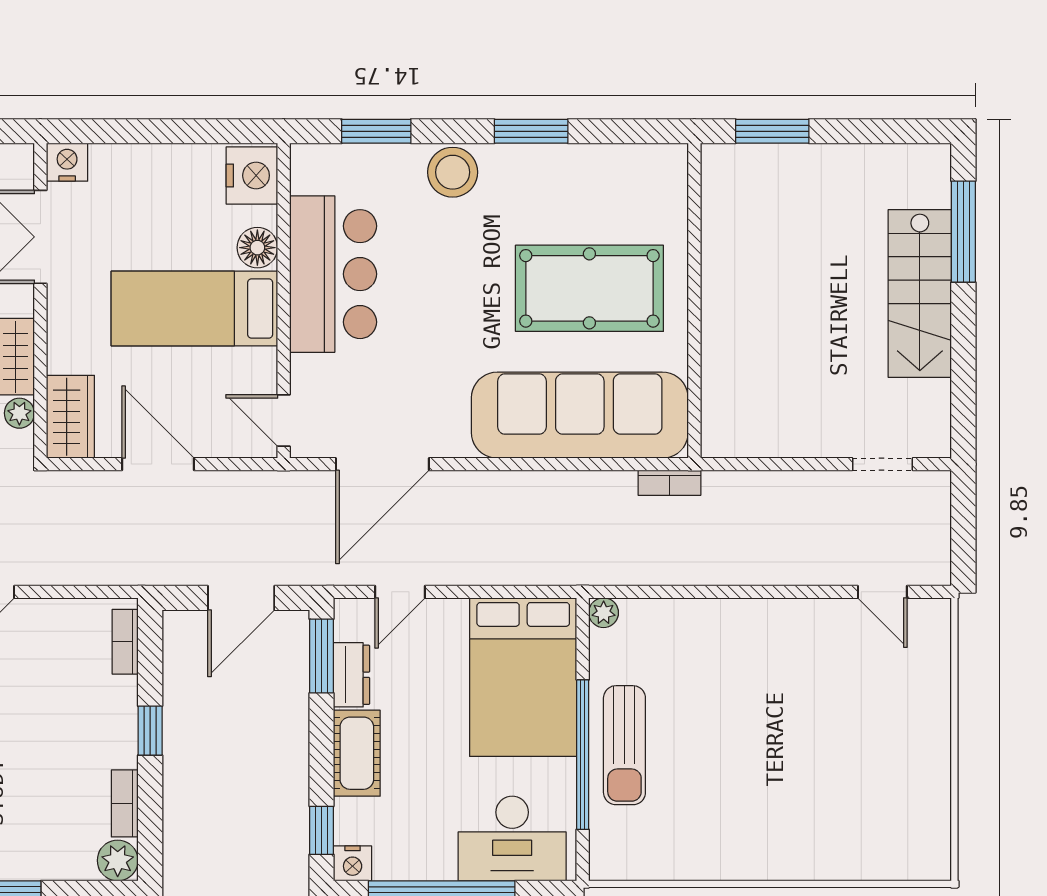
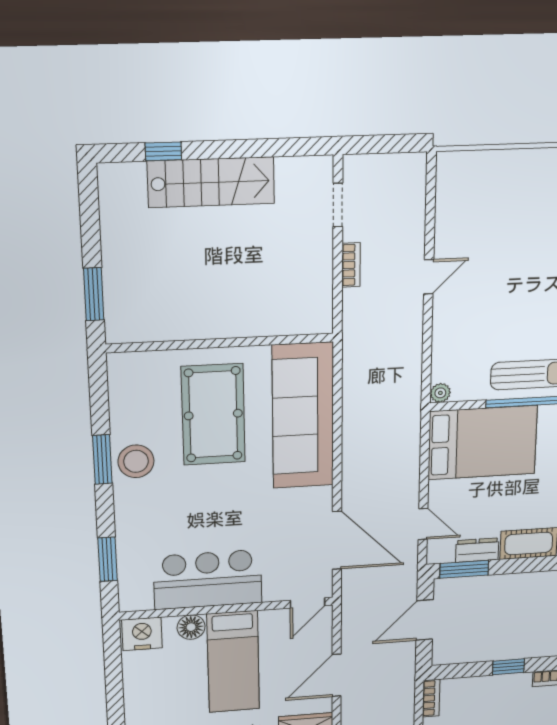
stool: (453, 172) -> (136, 461), moved
window: (963, 232) -> (163, 151), width x0.46
bookcase: (669, 483) -> (351, 265), moved
door: (882, 592) -> (429, 277), moved
door: (241, 598) -> (425, 620), swing flipped
bookcase: (125, 642) -> (431, 698), moved, turned -90

